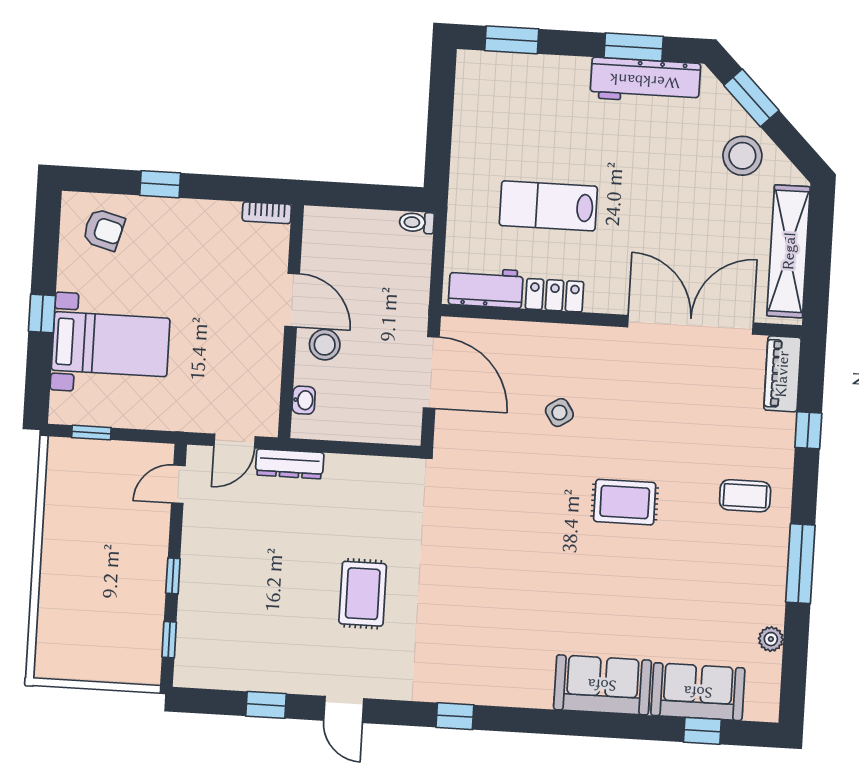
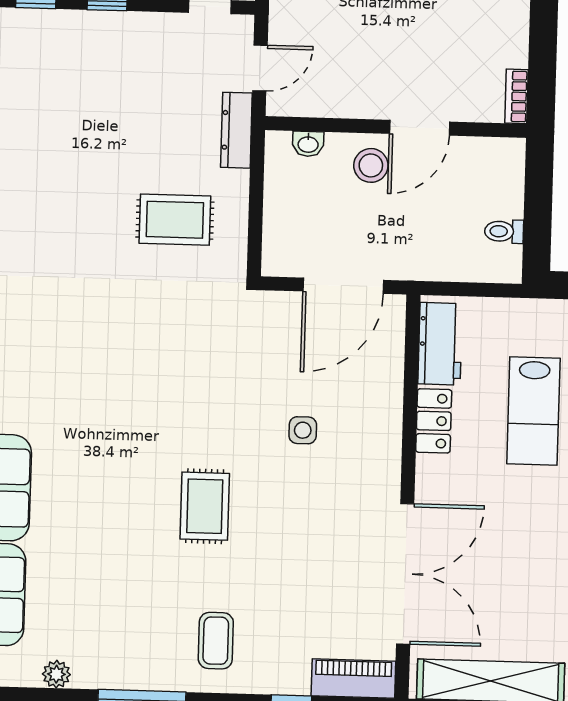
lab bench: (548, 206) -> (533, 411), turned 180
toilet: (417, 222) -> (504, 231), moved, turned -90
side table: (559, 413) -> (303, 430), turned 33
door: (235, 441) -> (260, 68), swing flipped
rug: (363, 594) -> (175, 220), moved

